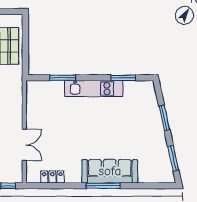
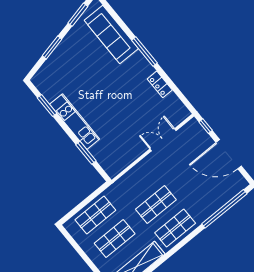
sofa: (110, 171) -> (111, 34), moved
locker: (52, 177) -> (160, 84), moved

